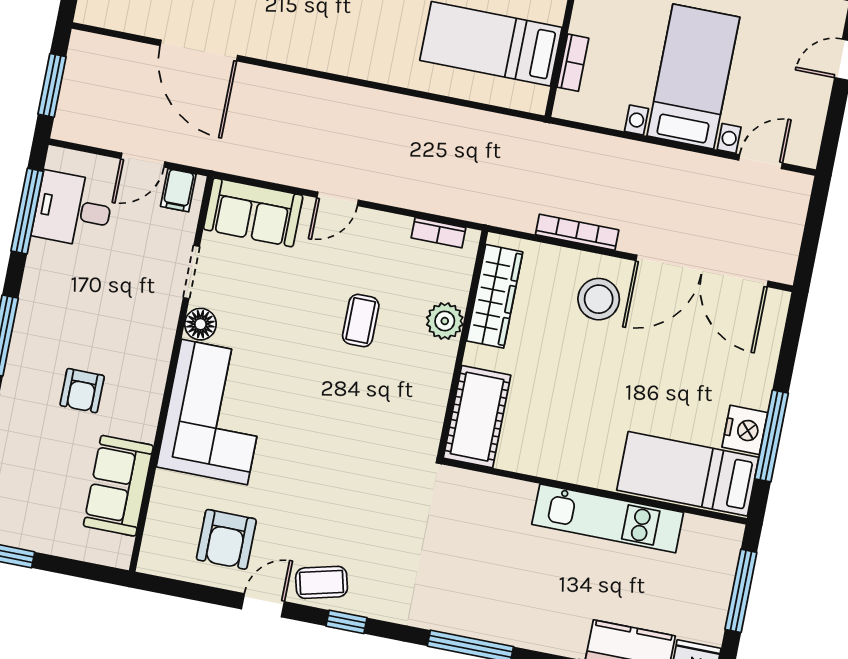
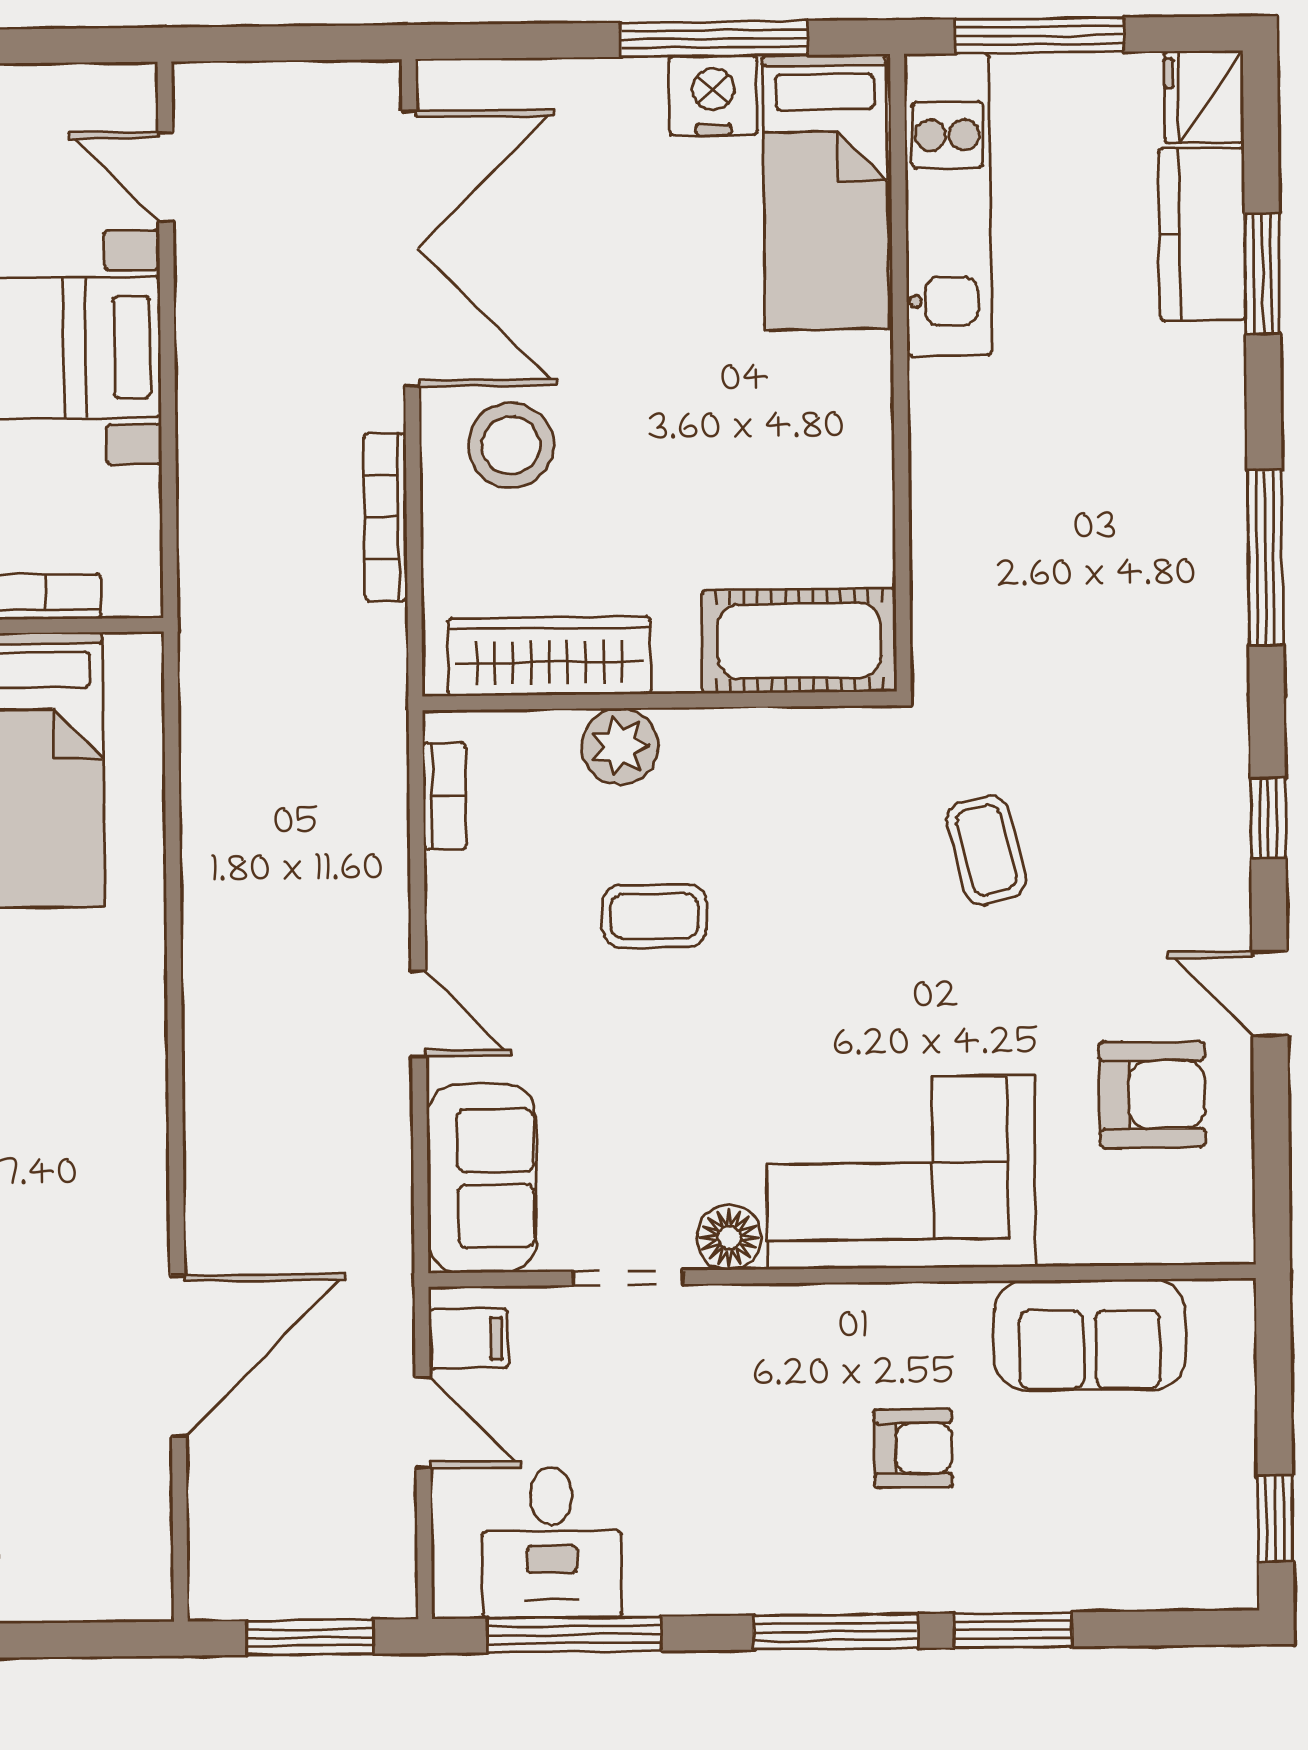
kitchen unit: (608, 518) -> (948, 204), moved
coffee table: (322, 582) -> (986, 850), moved

